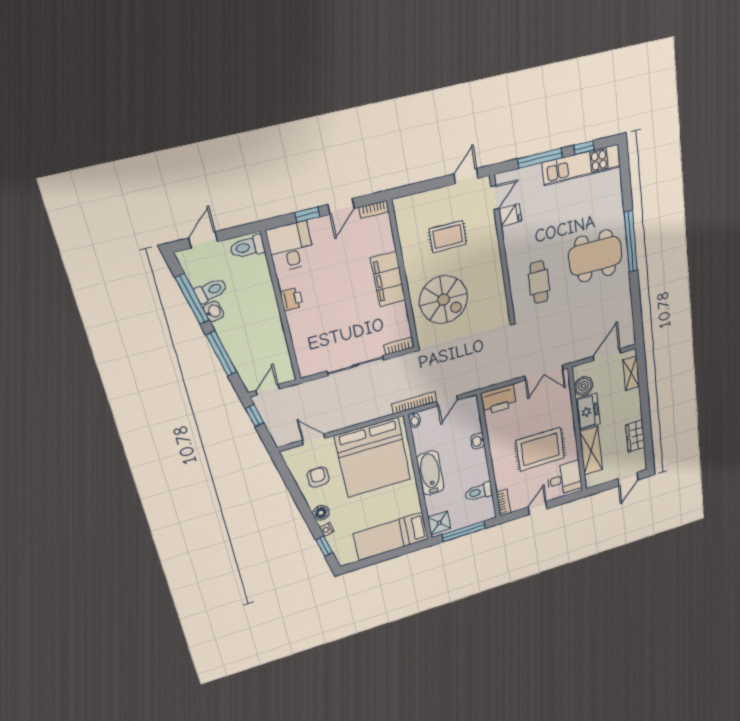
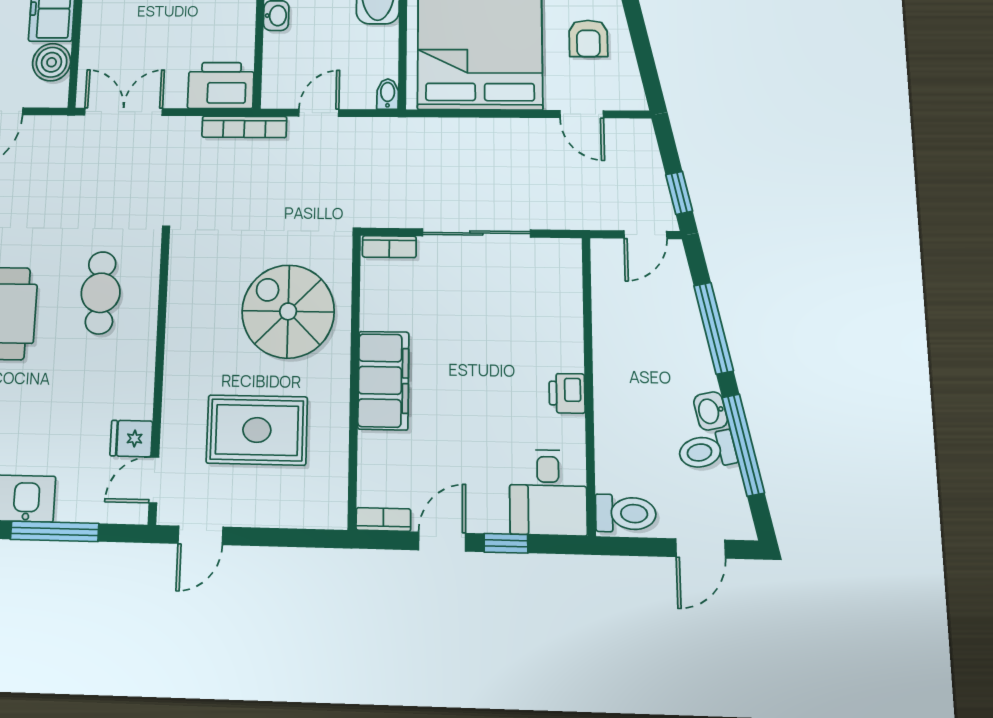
rug: (448, 237) -> (257, 430), width x1.36, depth x1.43
bookcase: (414, 403) -> (244, 127), moved

